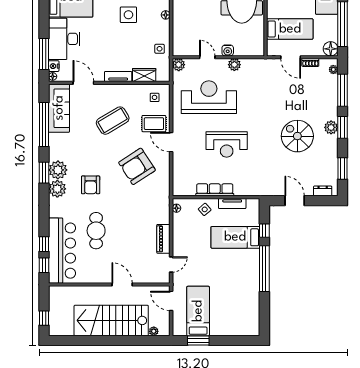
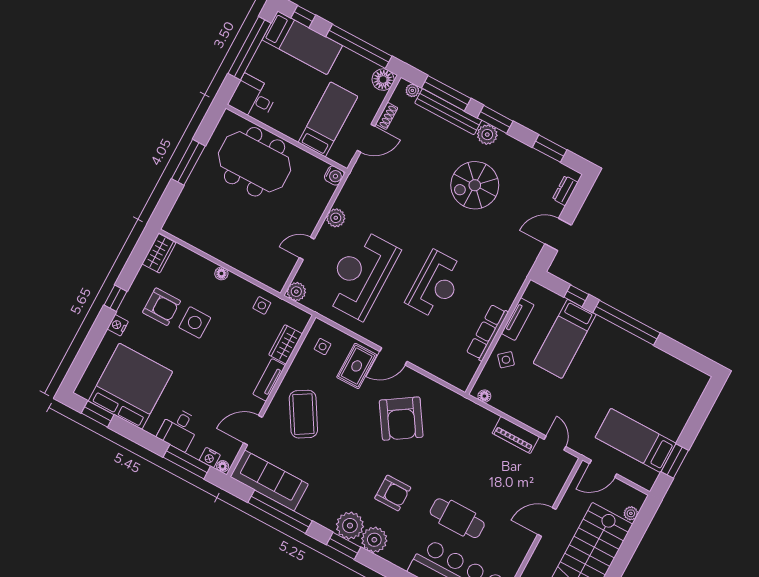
desk: (64, 39) -> (179, 429), width x0.53, depth x0.77
water cooler: (228, 50) -> (334, 176), moved
bench: (332, 97) -> (448, 112), added
coffee table: (113, 121) -> (303, 414), moved

